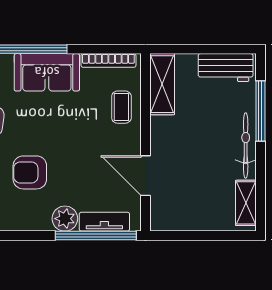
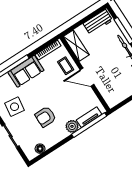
door: (146, 176) -> (87, 77), moved

